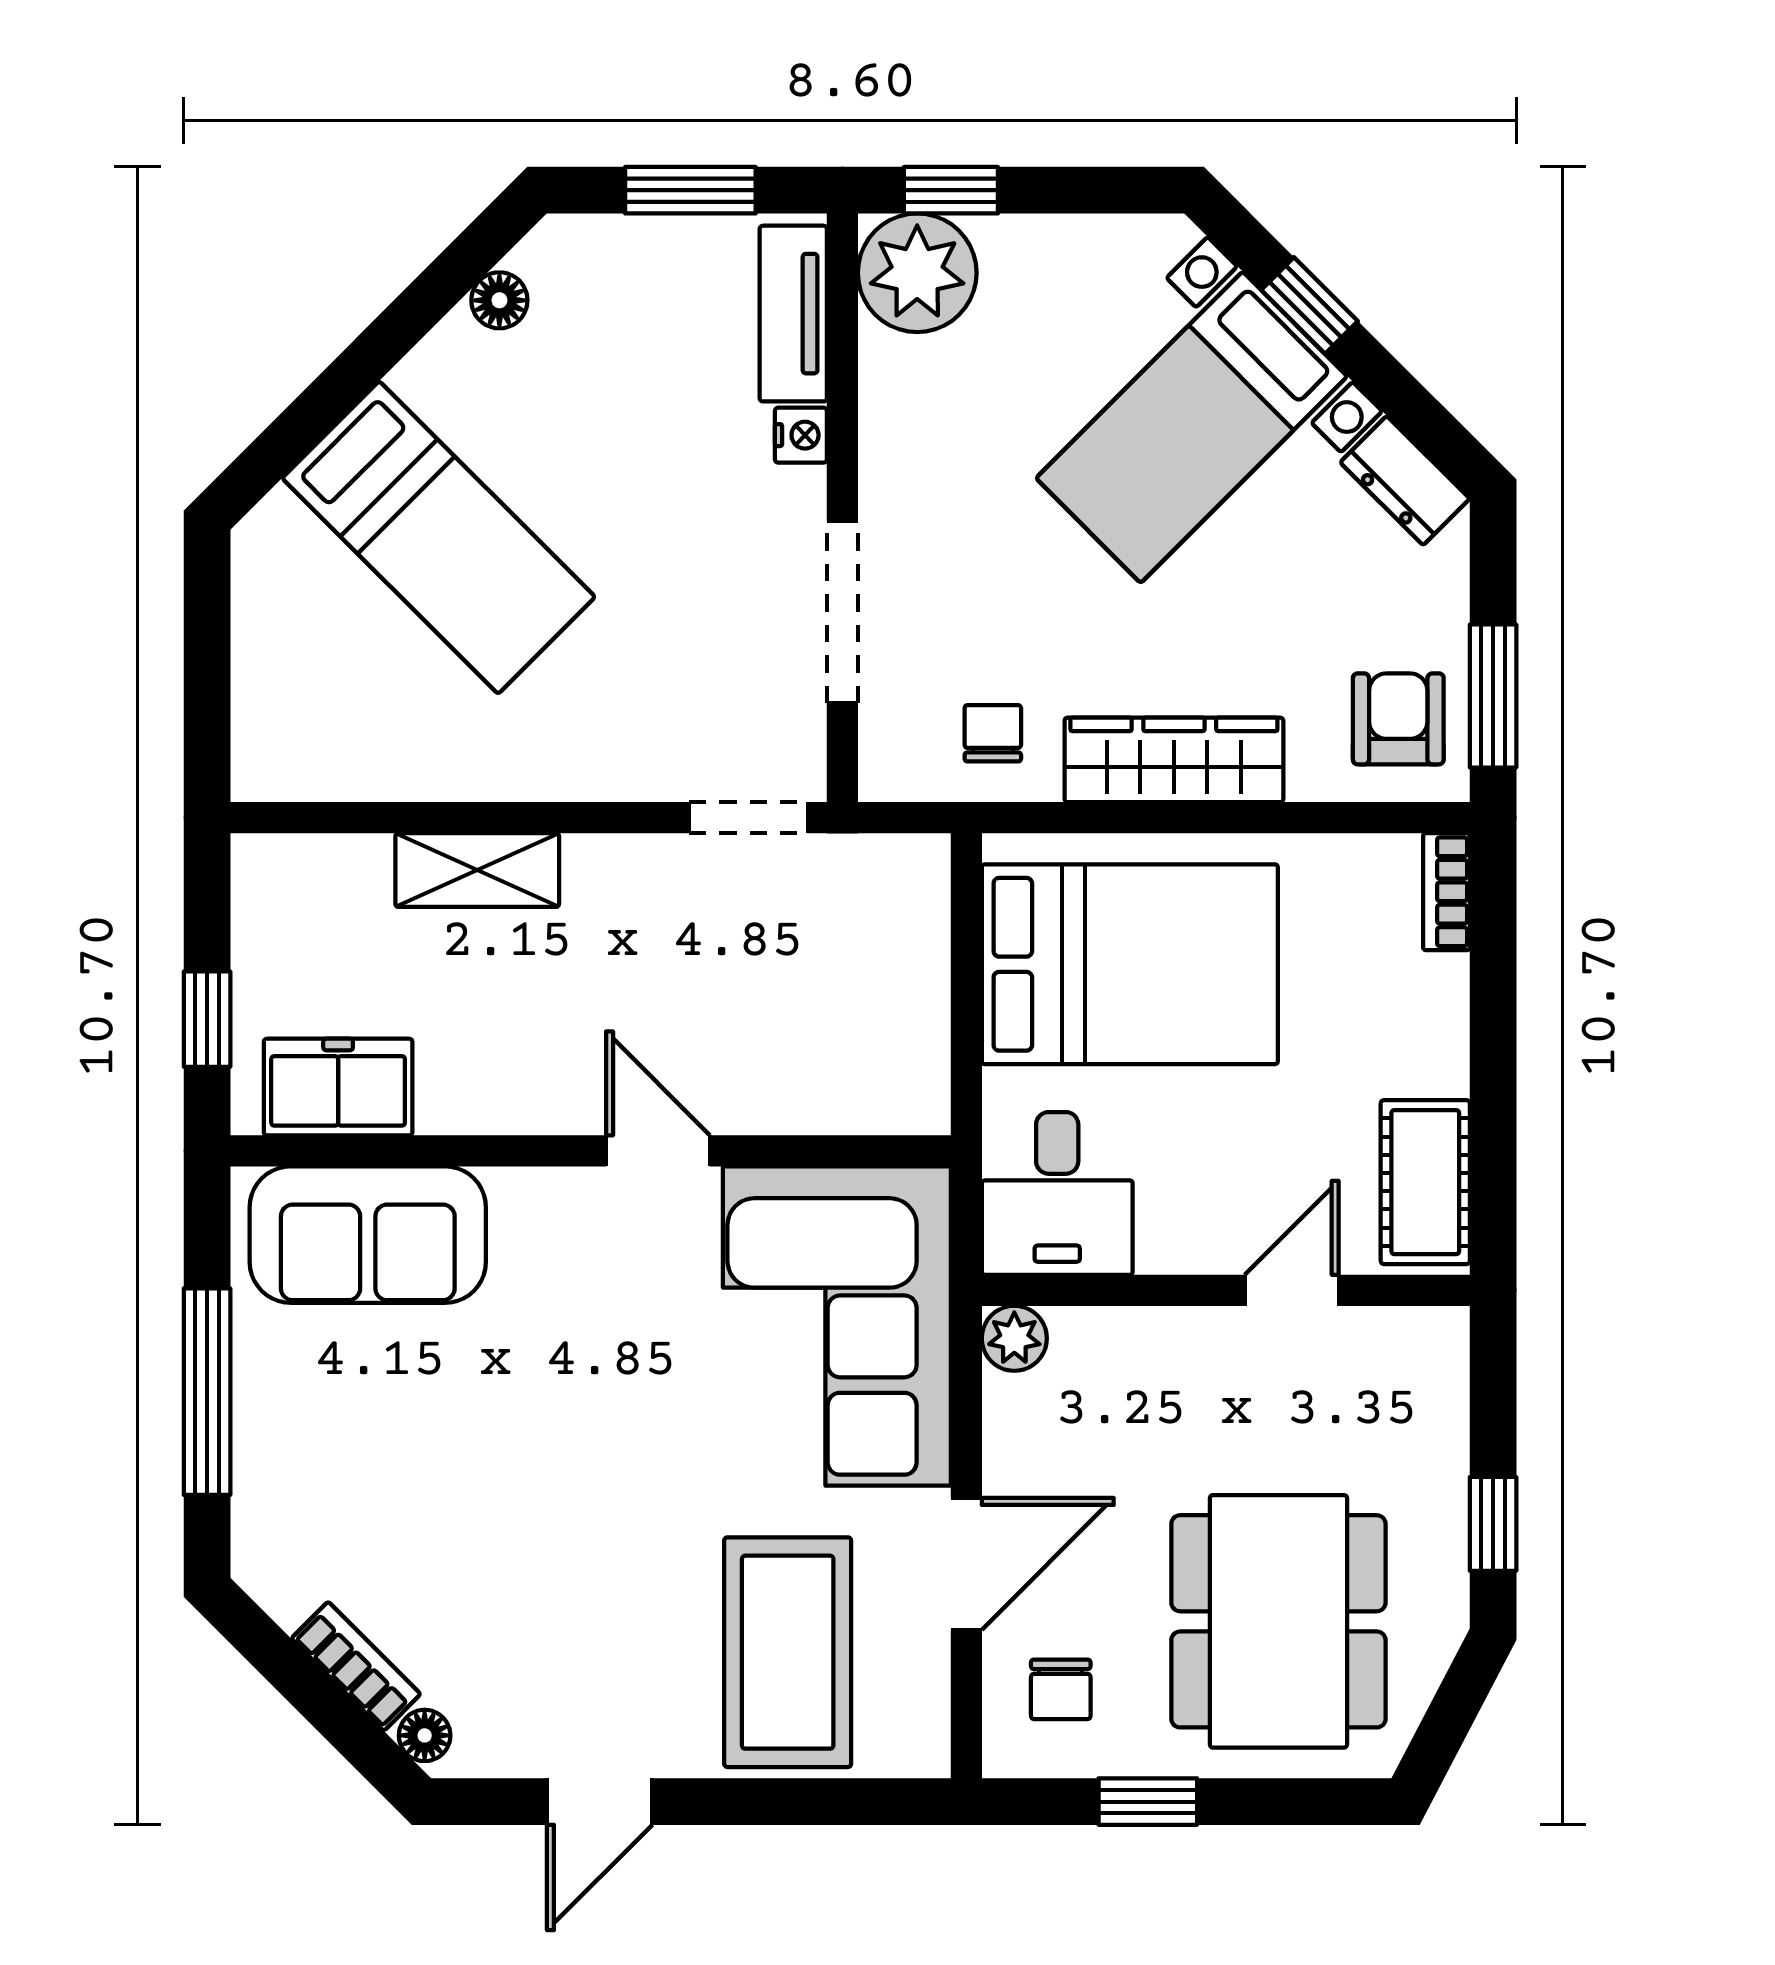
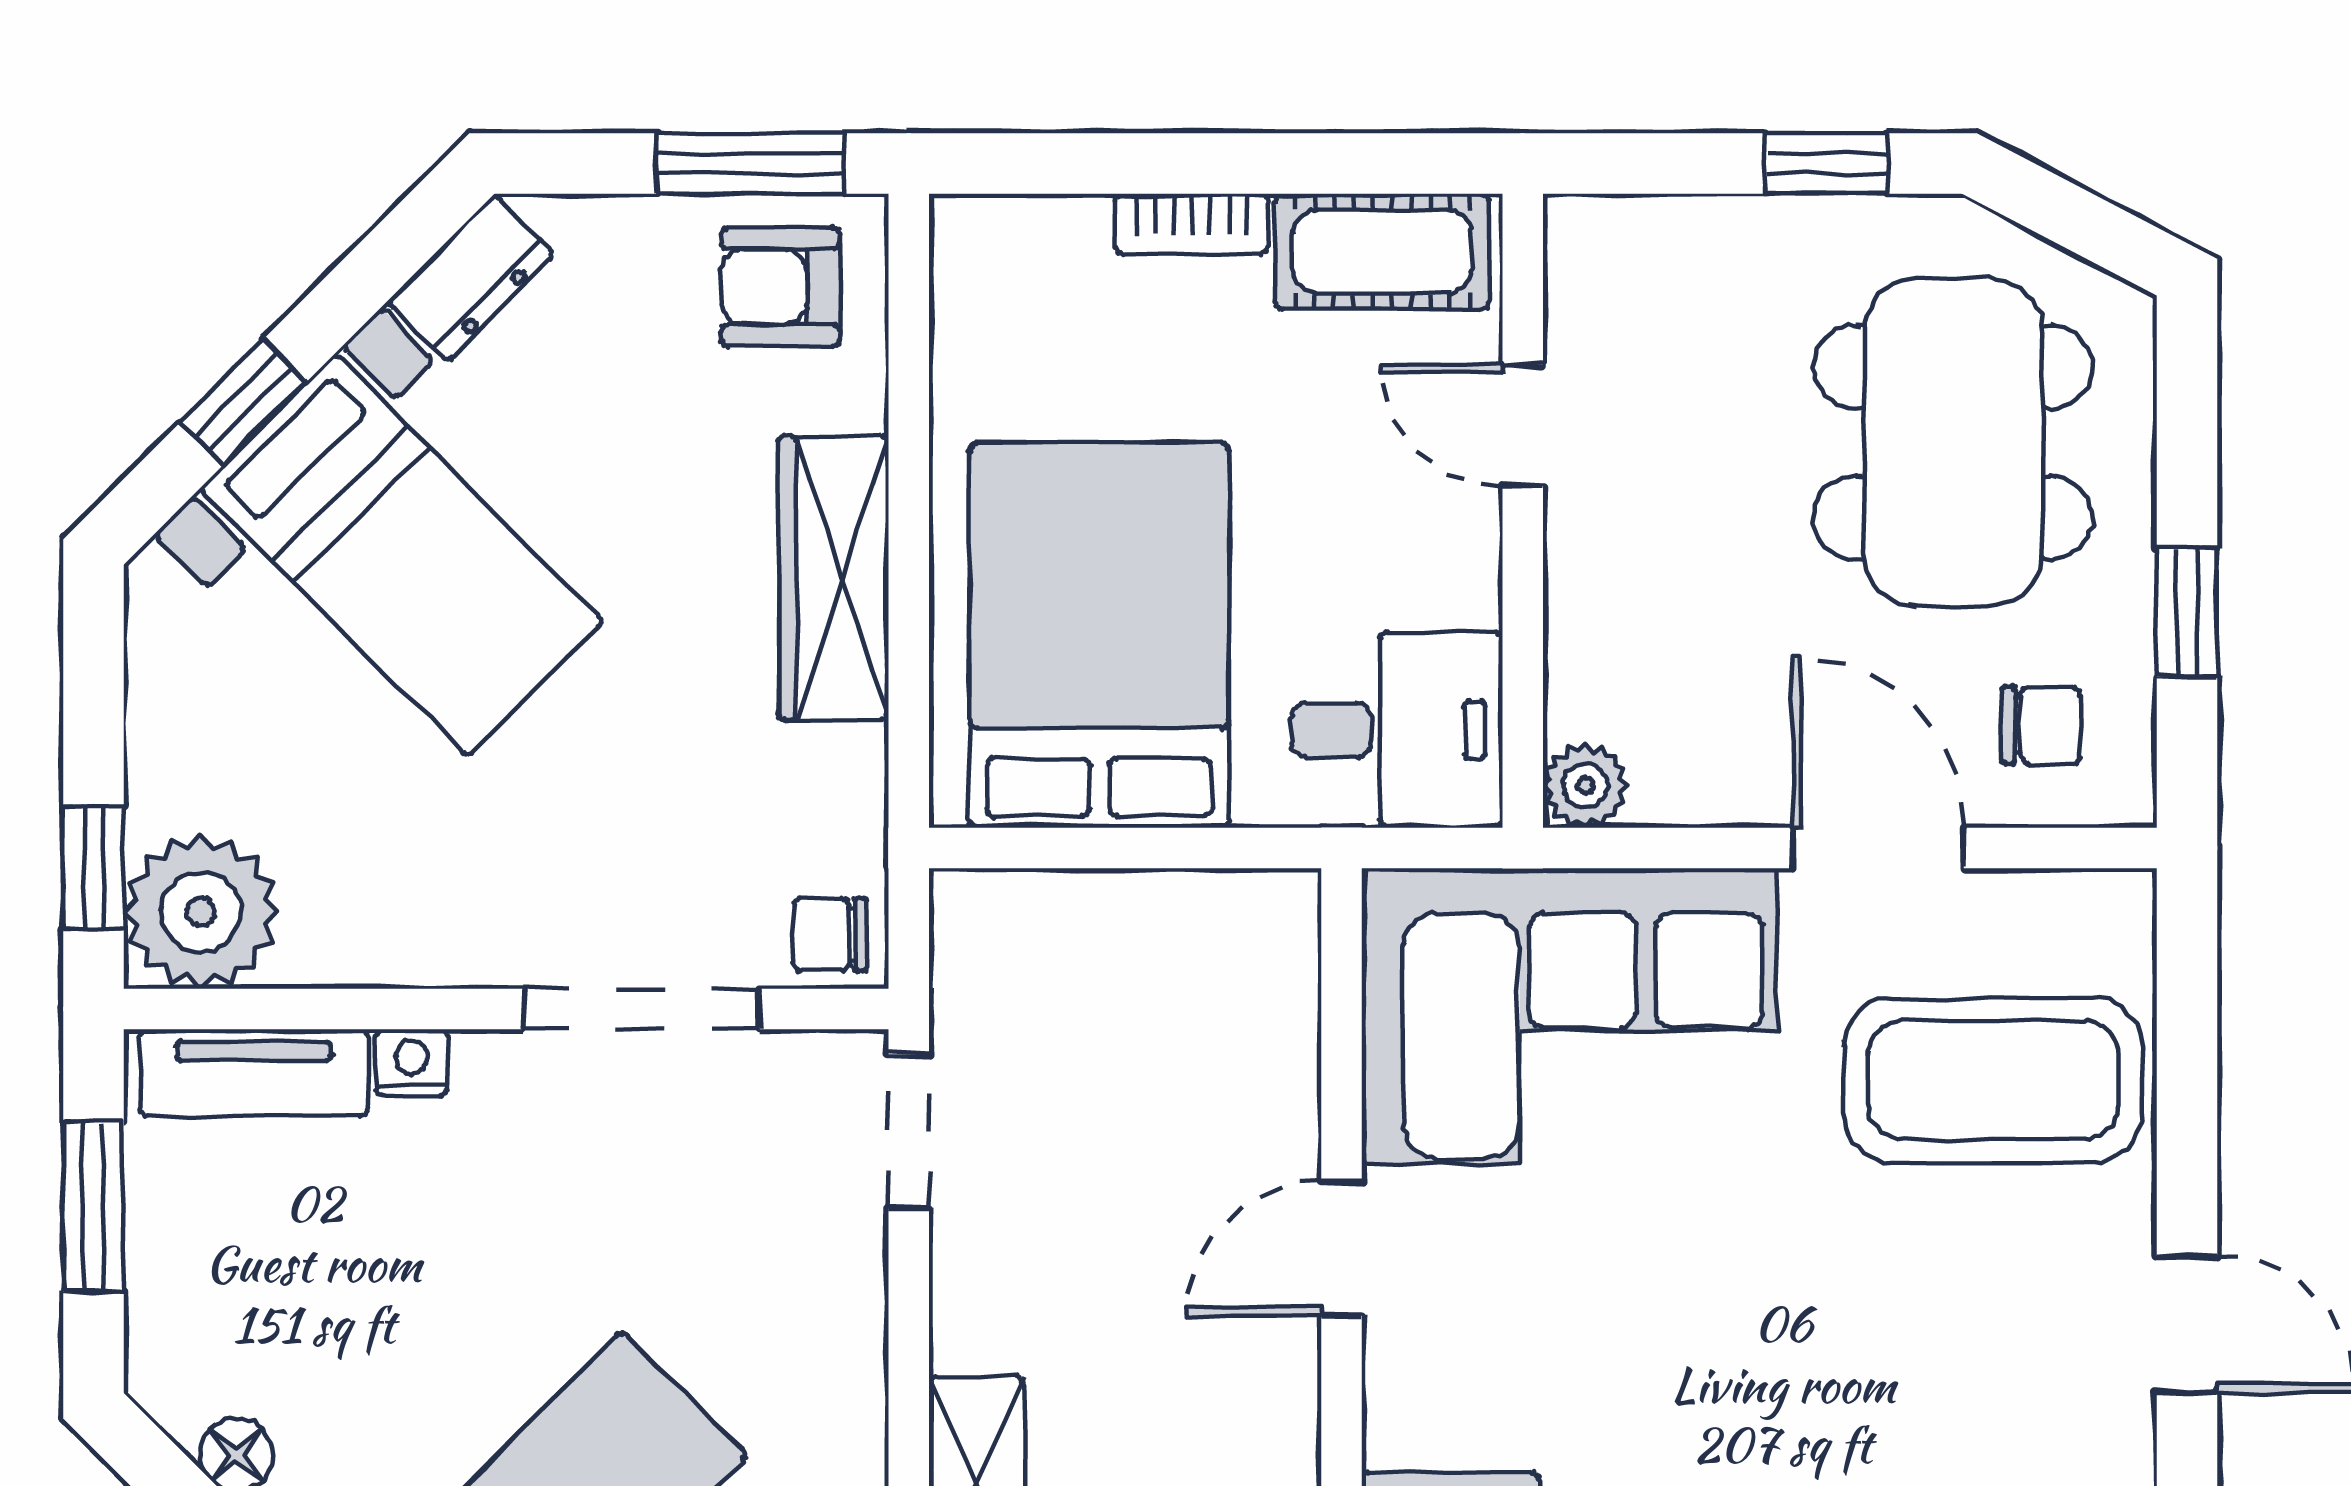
chair: (993, 733) -> (830, 934), moved
bookcase: (1446, 892) -> (1192, 224), moved
dining table: (1278, 1621) -> (1953, 442), turned 90

